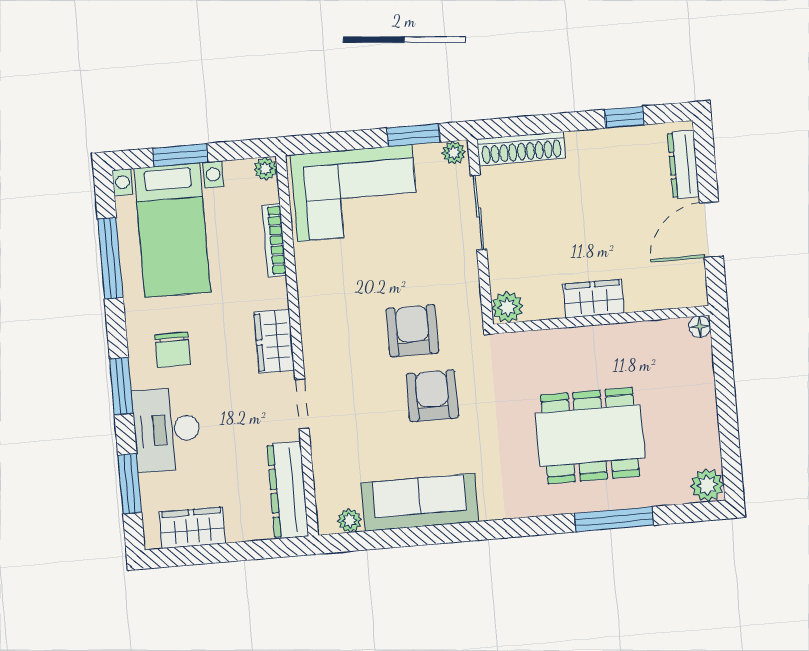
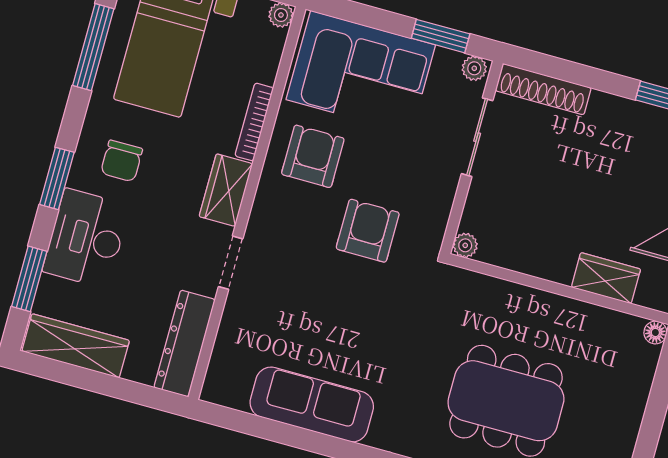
bookcase: (274, 240) -> (254, 122), moved
wardrobe: (593, 299) -> (606, 278), moved
plant: (507, 307) -> (465, 245), width x0.73, depth x0.73
armchair: (432, 396) -> (313, 156), moved
plant: (350, 520) -> (235, 397), removed
wardrobe: (192, 528) -> (76, 346), width x1.50

